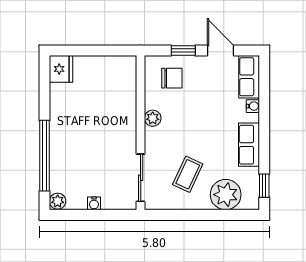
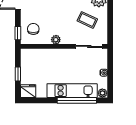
window: (92, 51) -> (18, 74), added
window: (183, 51) -> (18, 33), moved
kitchen unit: (62, 147) -> (72, 91), added

